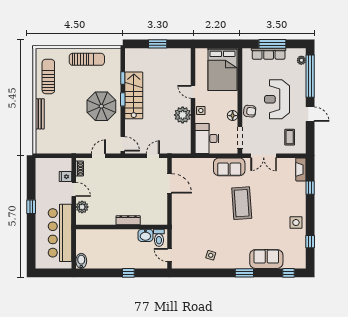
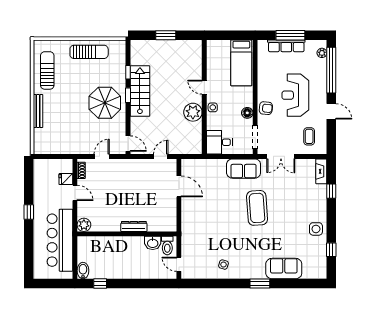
bed: (222, 69) -> (241, 63), width x0.67
desk: (207, 138) -> (219, 142), width x0.73
plant: (82, 207) -> (84, 225), moved
window: (128, 273) -> (100, 284), moved
window: (288, 273) -> (308, 284), removed

